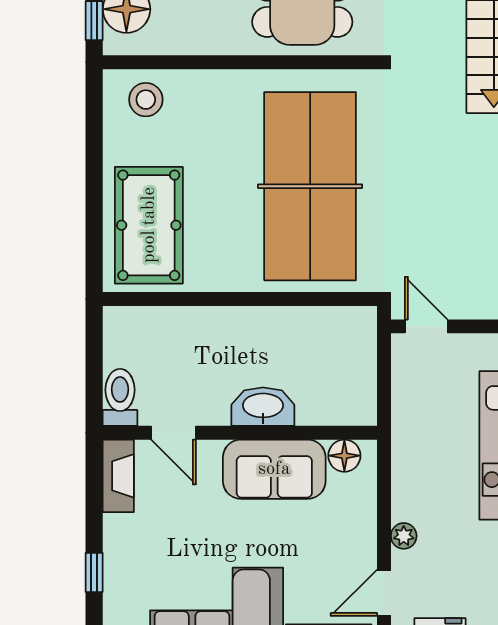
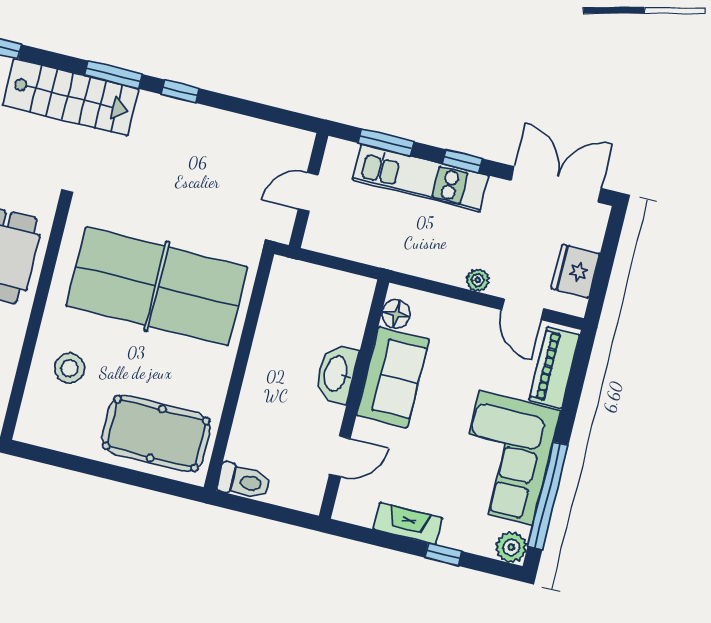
stool: (146, 100) -> (69, 368), moved
door: (426, 326) -> (308, 192), moved
toilet: (120, 397) -> (244, 481), moved, turned 180
fireplace: (118, 476) -> (408, 524), moved

